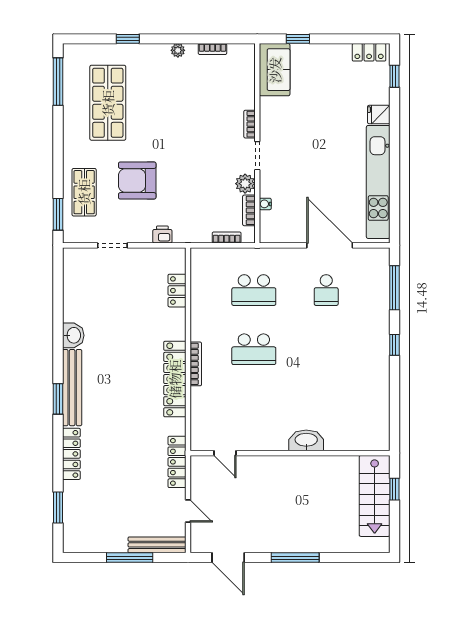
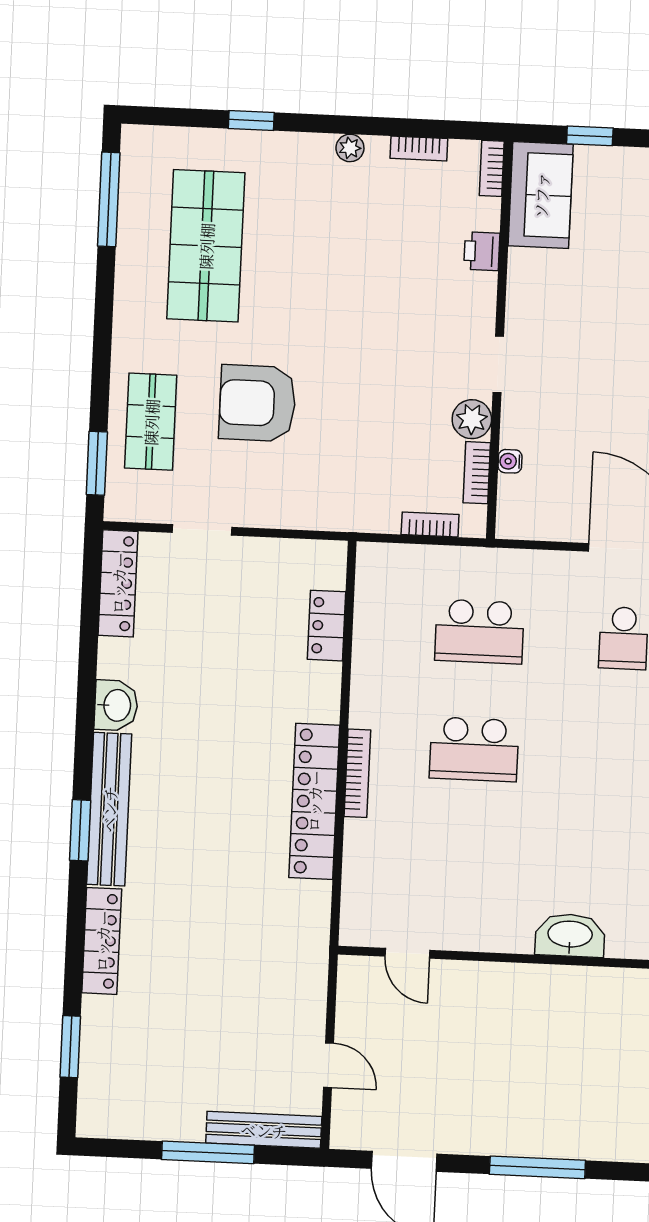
bookcase: (249, 124) -> (492, 168), moved
printer: (162, 234) -> (482, 251), moved, turned -90
locker: (177, 462) -> (118, 583), moved, turned 180

